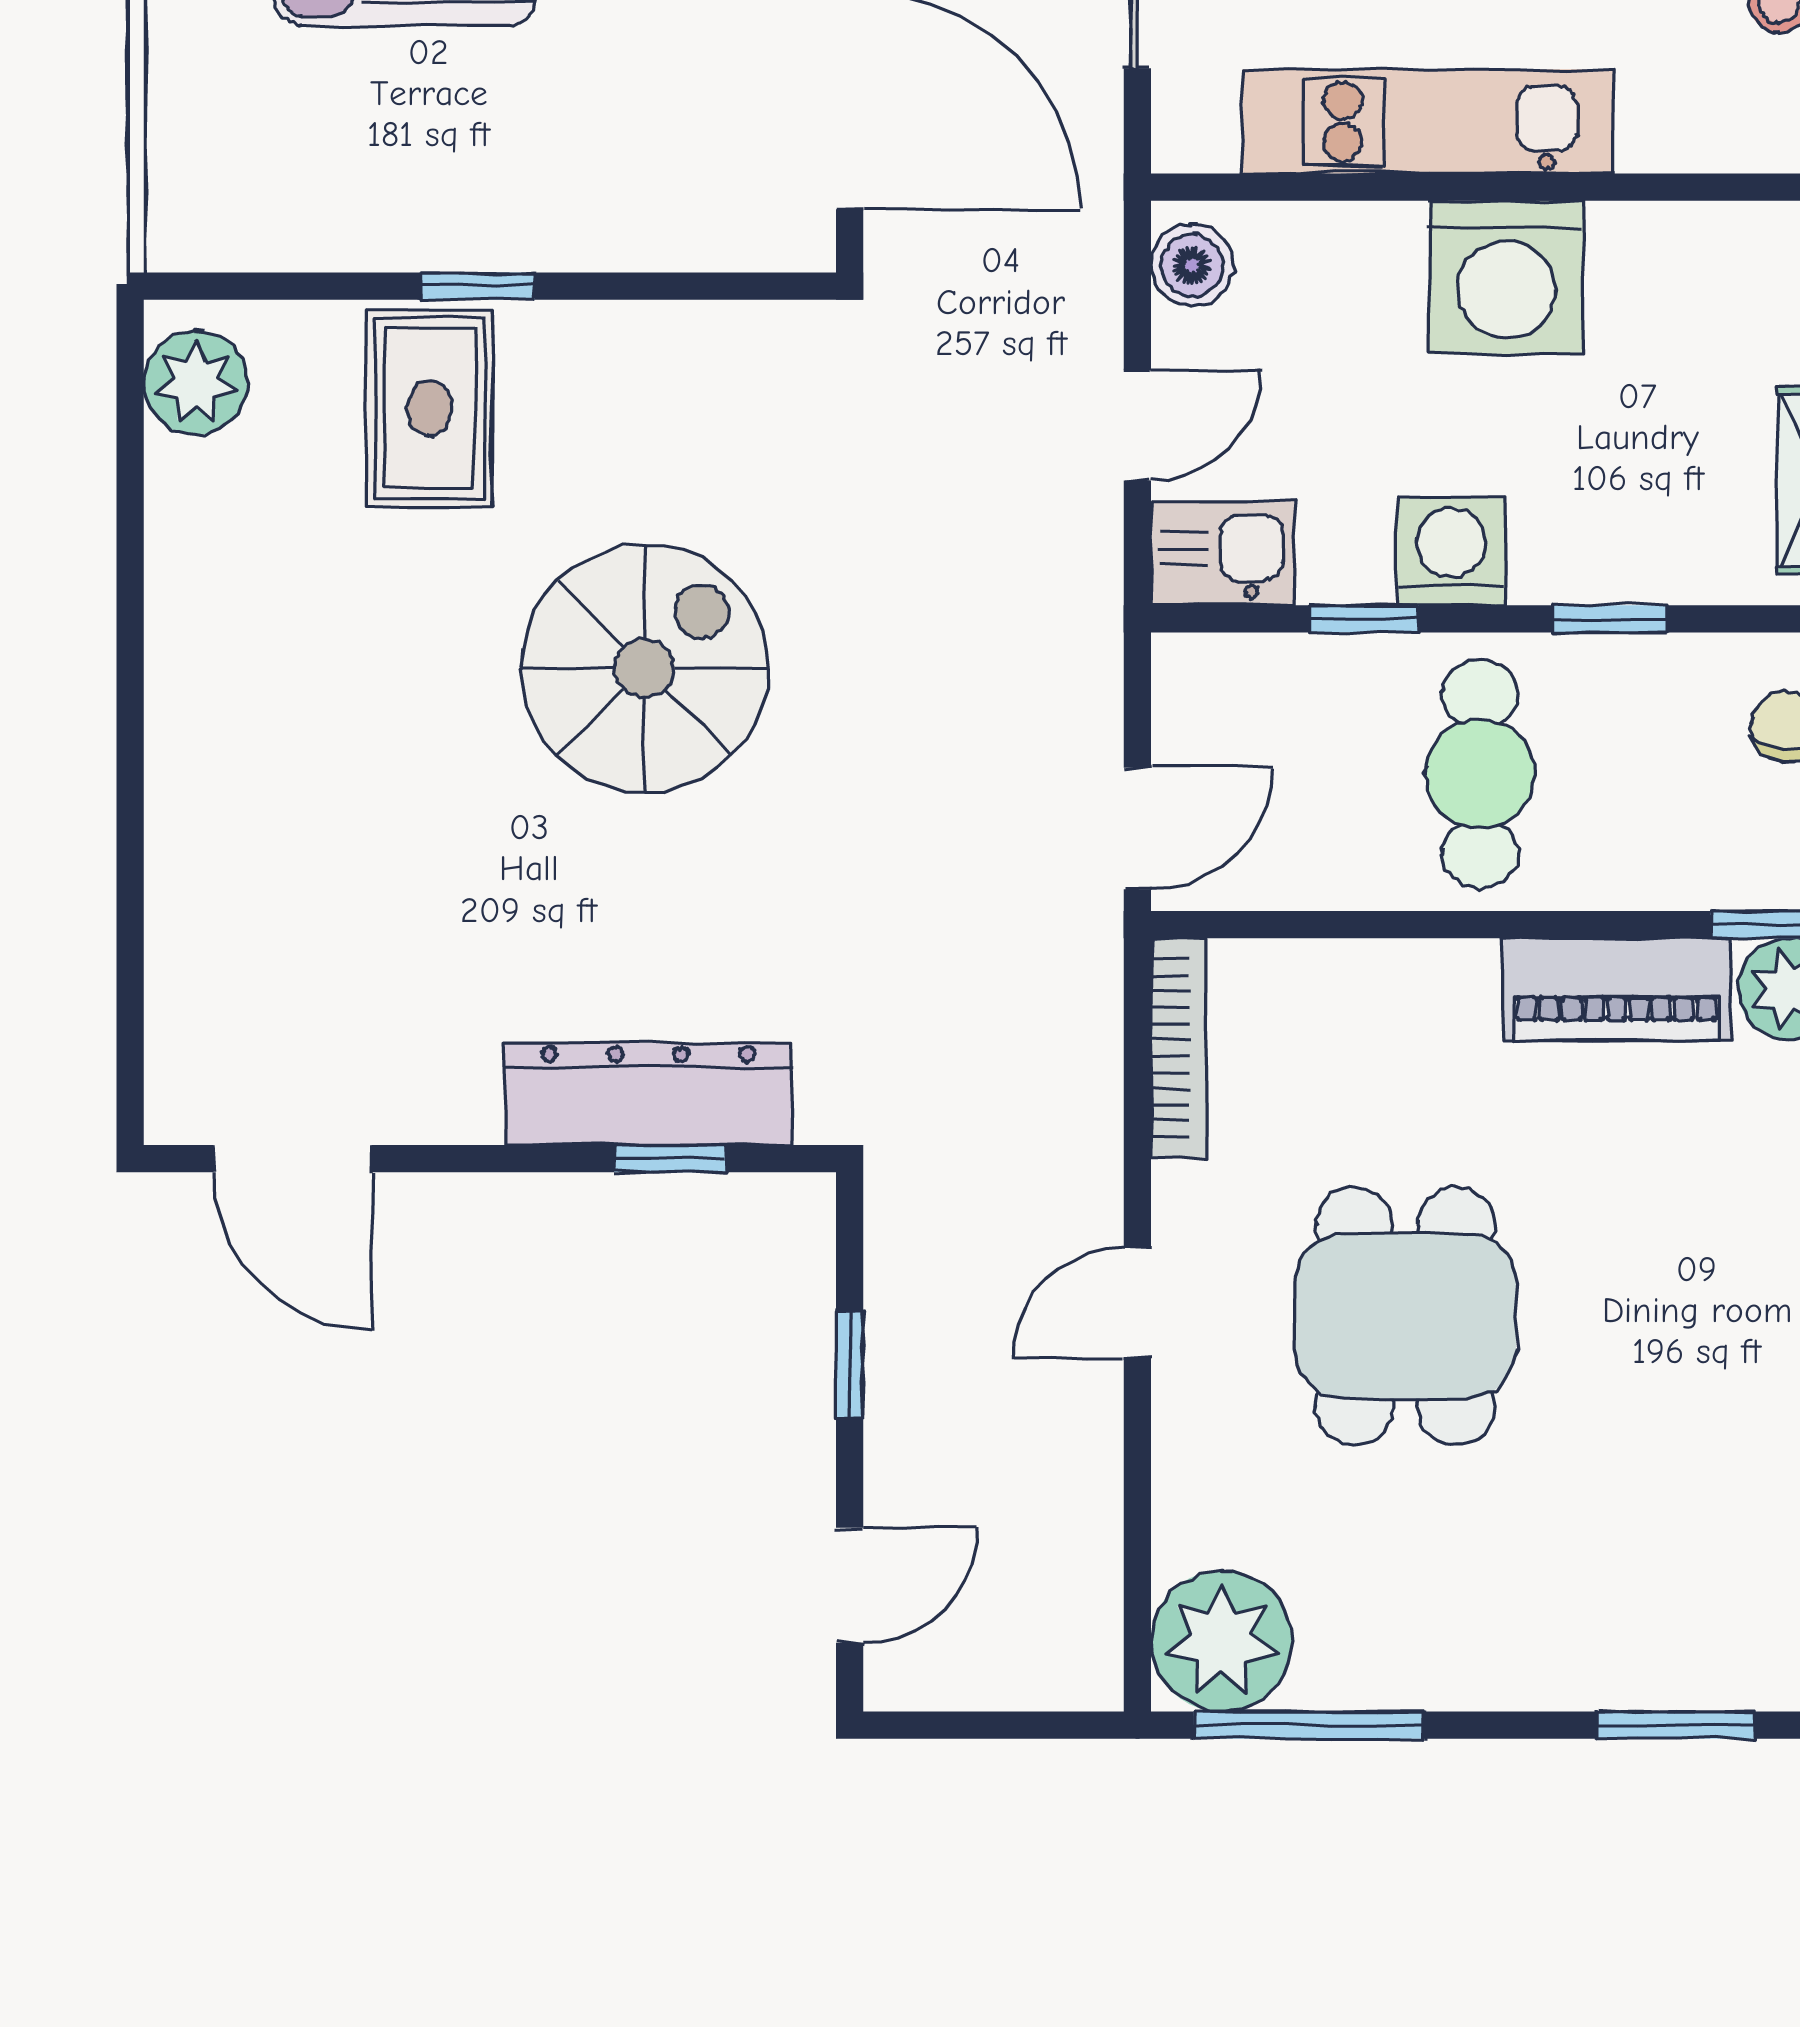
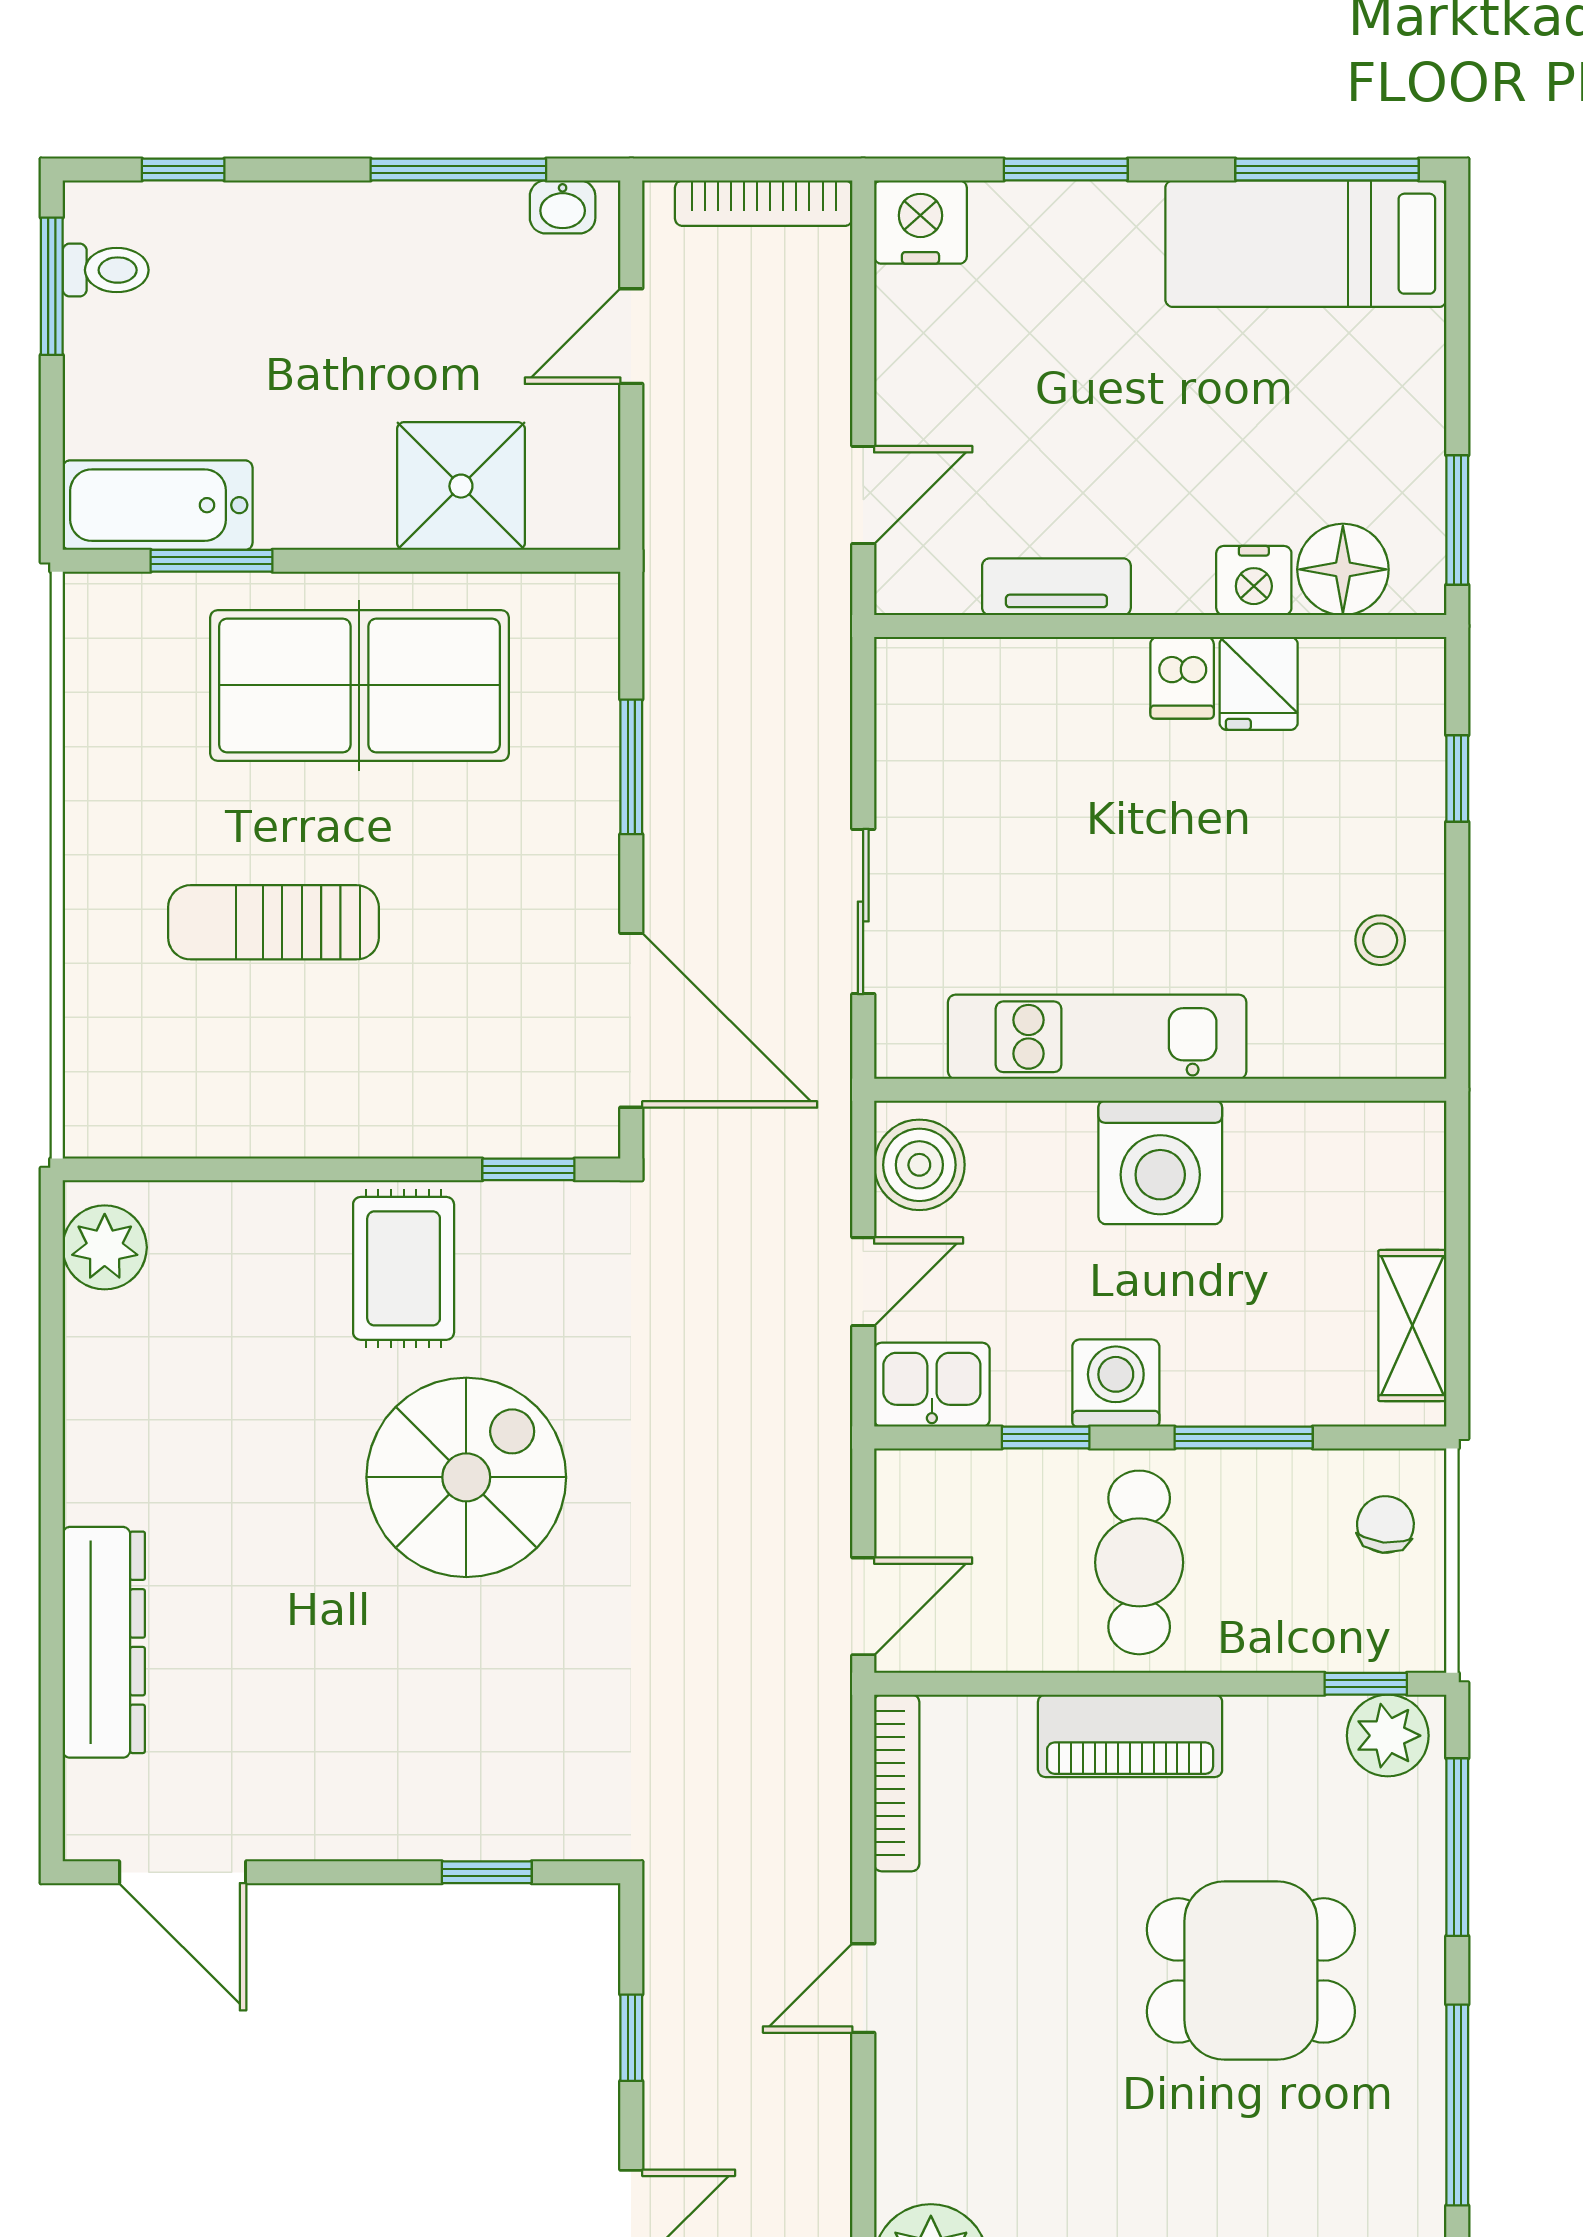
boiler: (1192, 265) -> (919, 1165), width x1.36, depth x1.36
window: (478, 286) -> (528, 1169), moved
rug: (430, 408) -> (404, 1268), moved
window: (1610, 619) -> (1244, 1437), width x1.50
piano: (1616, 989) -> (1130, 1736), moved
dresser: (648, 1094) -> (104, 1642), moved, turned 90
dining table: (1405, 1316) -> (1251, 1970), moved, turned 90

